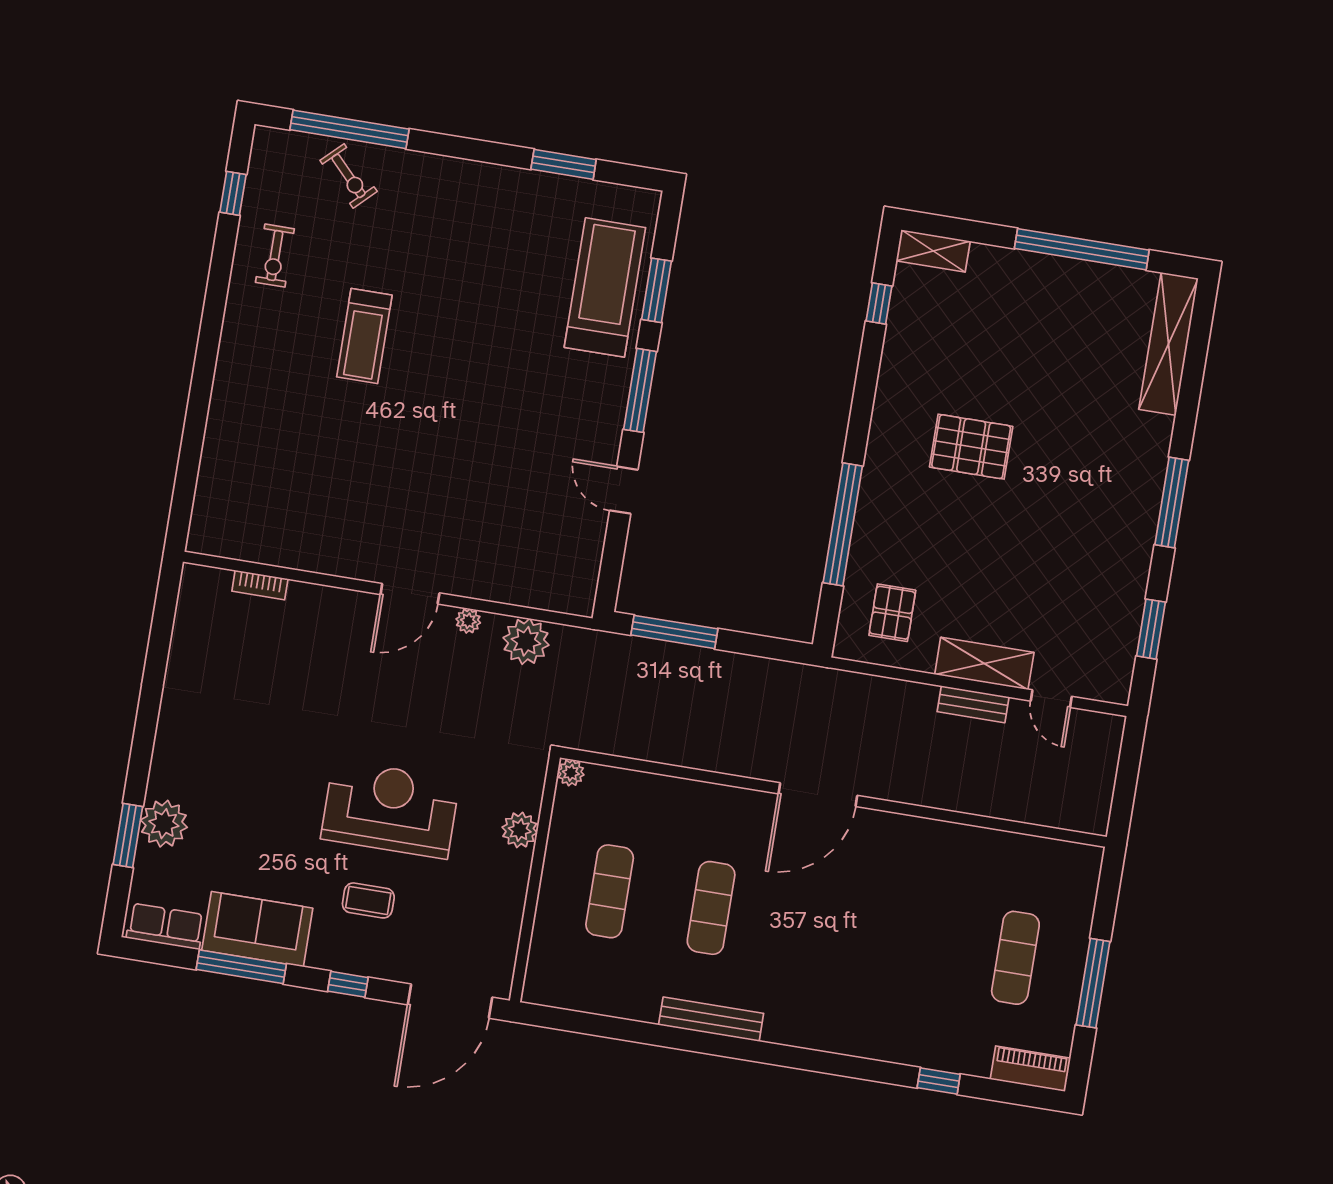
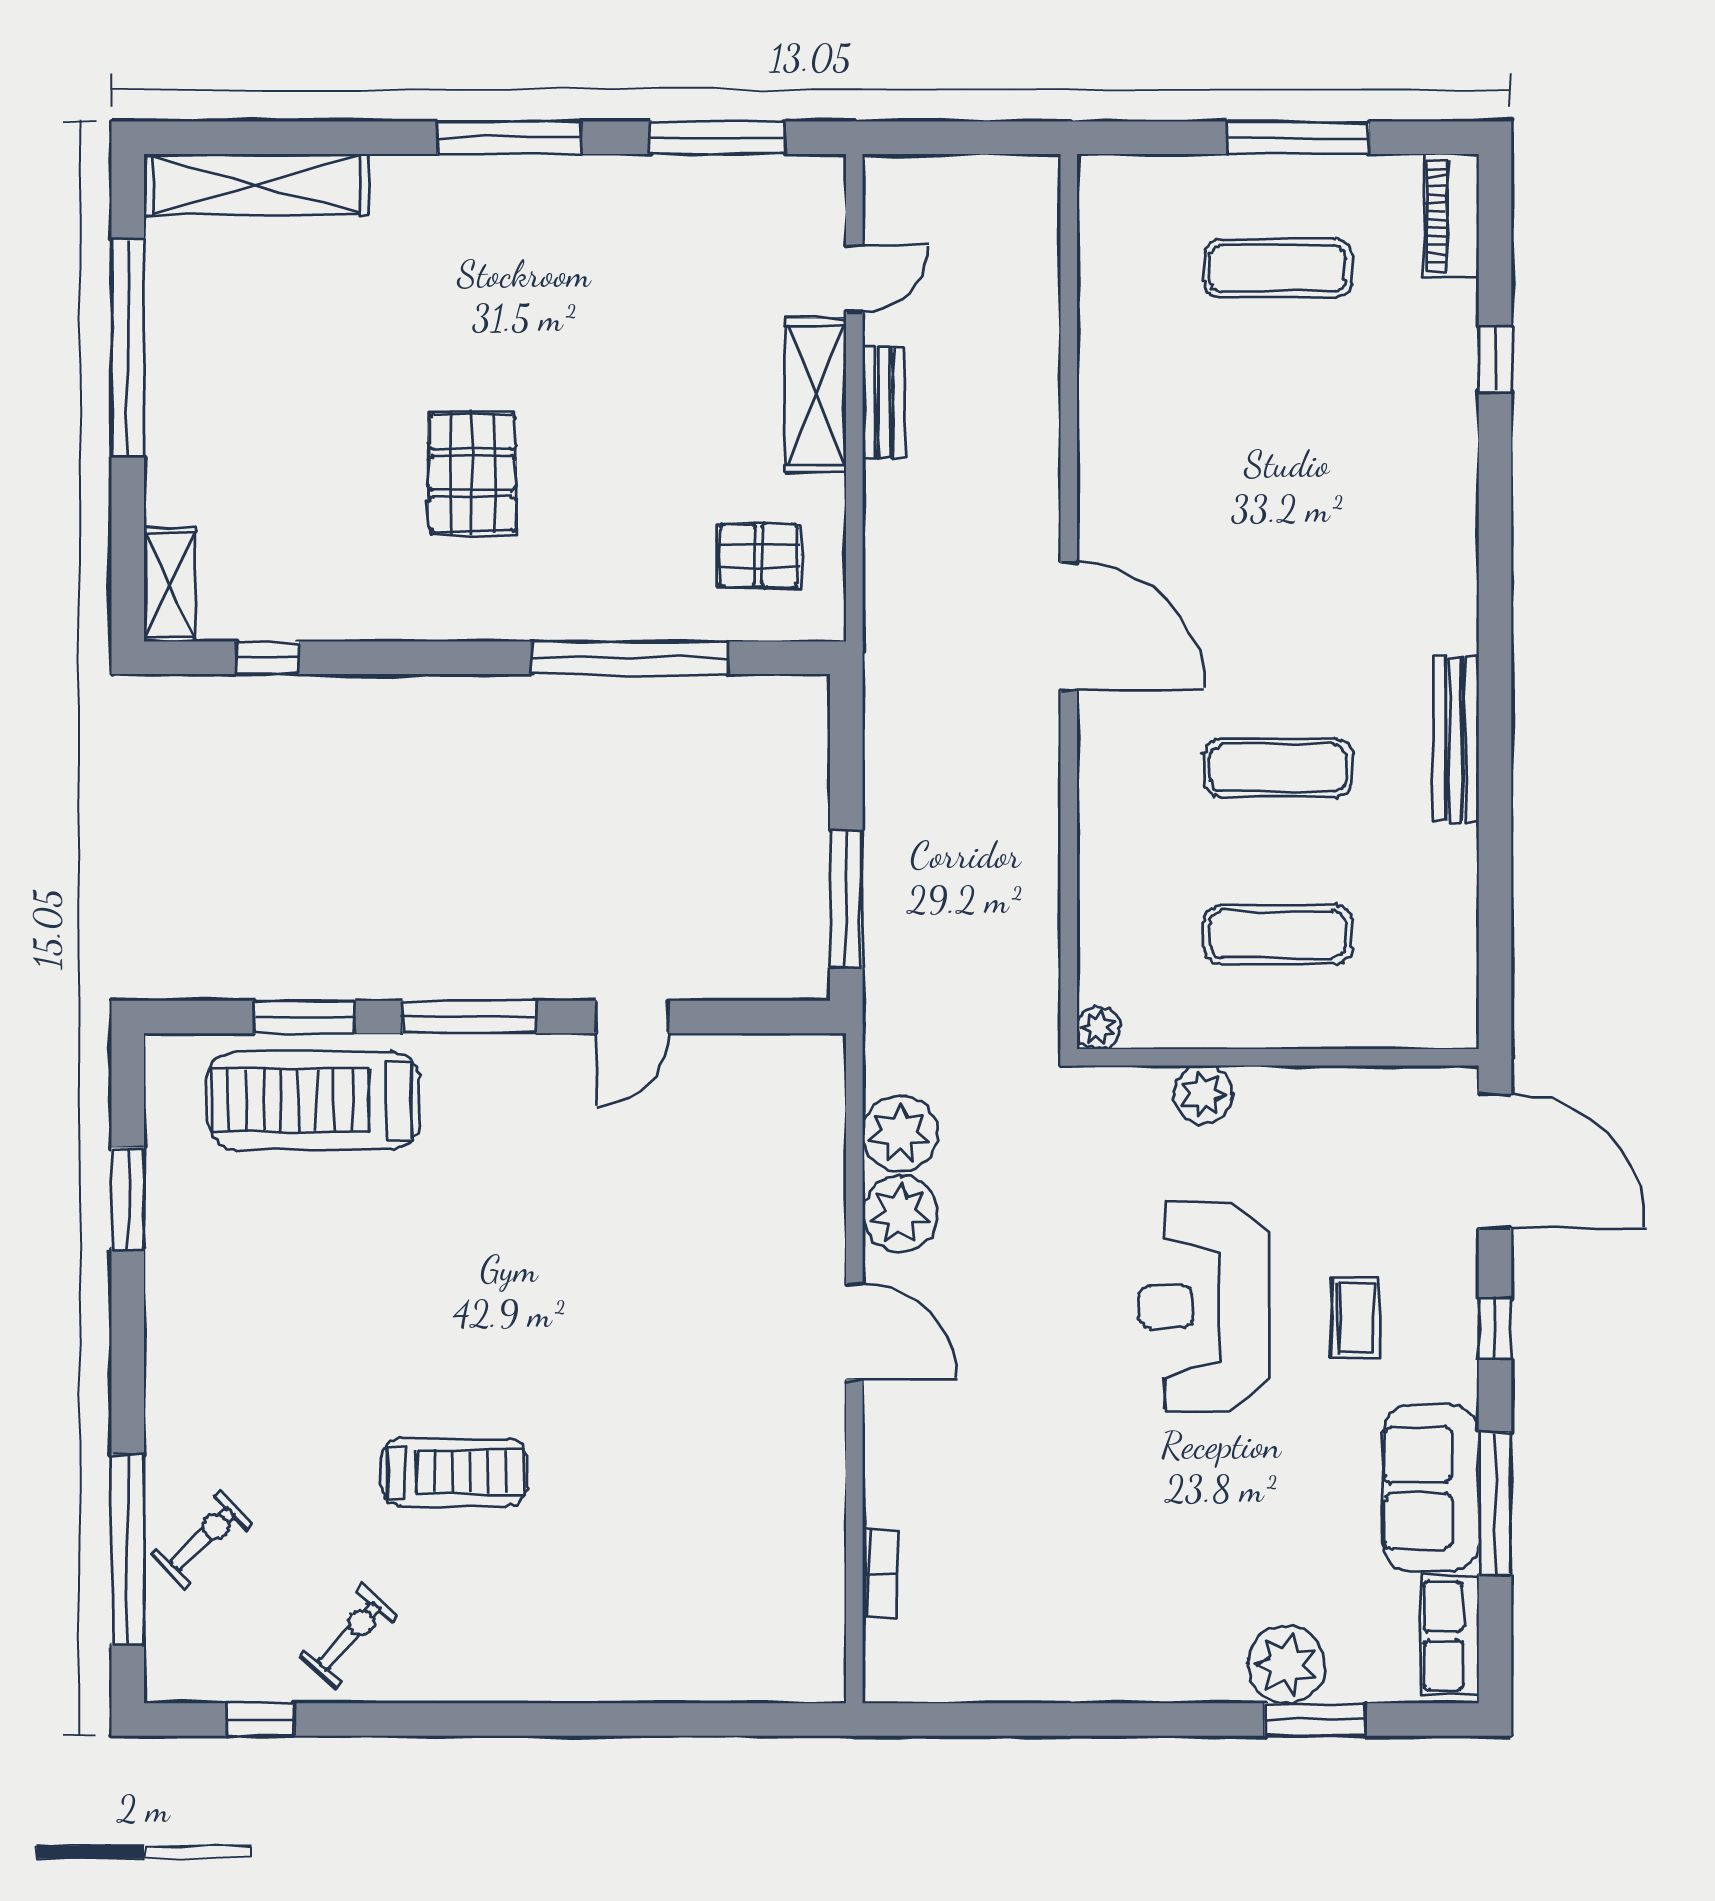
exercise bike: (275, 256) -> (349, 1636), turned -49
plant: (468, 621) -> (900, 1214), width x1.87, depth x1.87
window: (1151, 629) -> (717, 138), width x1.44

